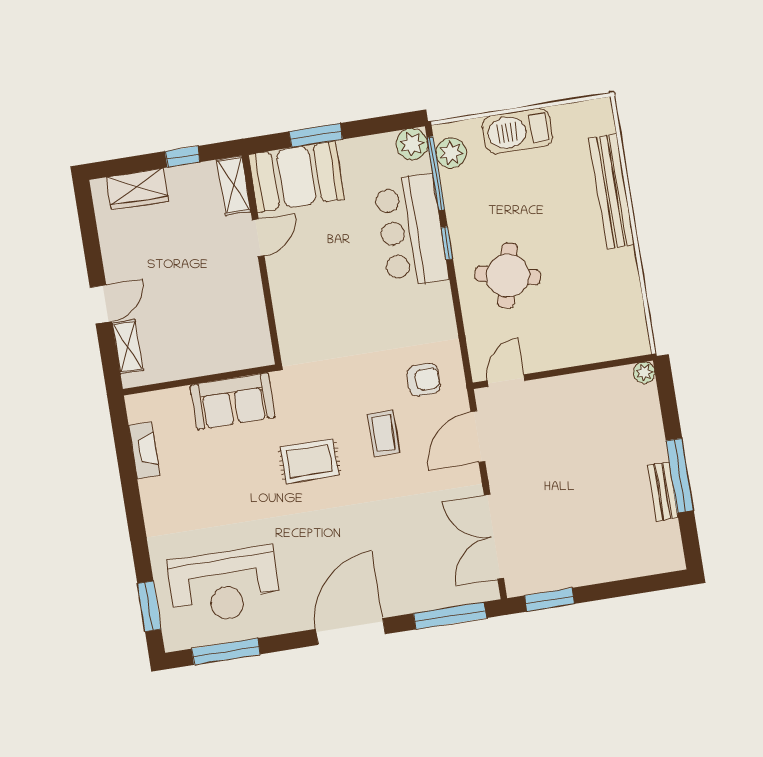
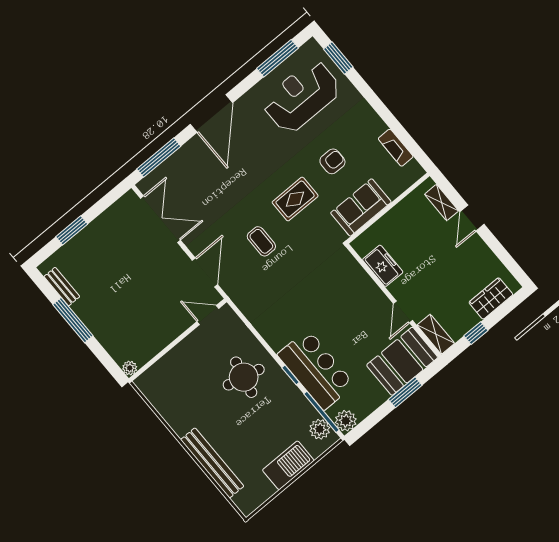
freezer: (249, 311) -> (383, 266), added
armchair: (424, 380) -> (332, 161), moved, turned 180
door: (506, 381) -> (208, 315), swing flipped
bench: (663, 492) -> (62, 287), moved
window: (550, 600) -> (72, 230), moved

